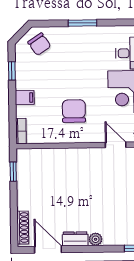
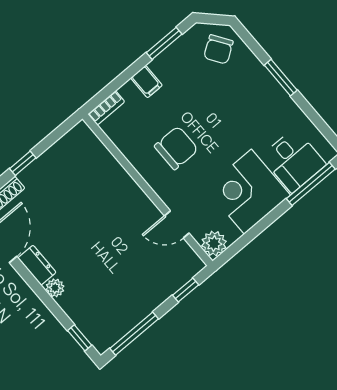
window: (12, 71) -> (164, 43), width x1.50
door: (116, 145) -> (177, 224), swing flipped
window: (13, 172) -> (23, 163), moved

